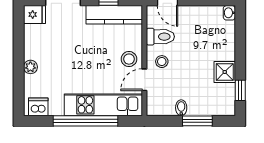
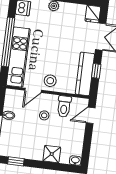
stool: (162, 62) -> (44, 115), moved
shower: (225, 72) -> (52, 154), moved
door: (144, 80) -> (33, 90), swing flipped

